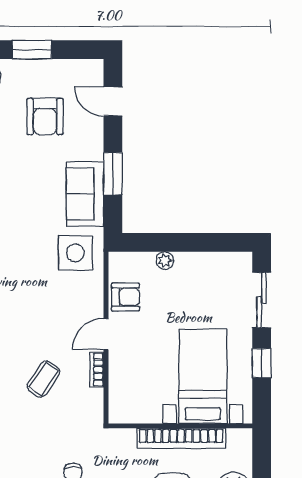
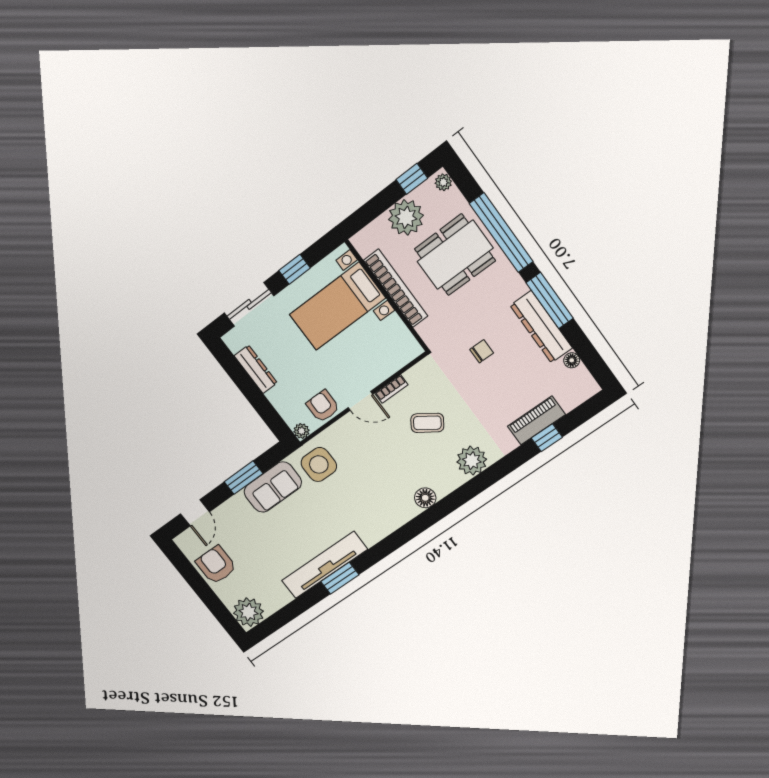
window: (32, 50) -> (204, 592), removed
armchair: (45, 117) -> (216, 565), moved, turned -90
plant: (165, 261) -> (302, 431), moved
dresser: (202, 262) -> (256, 369), added

